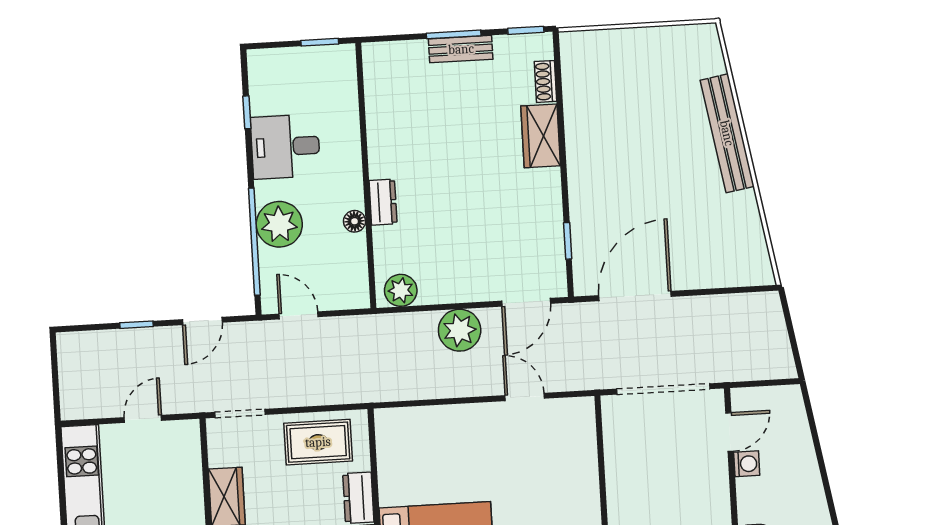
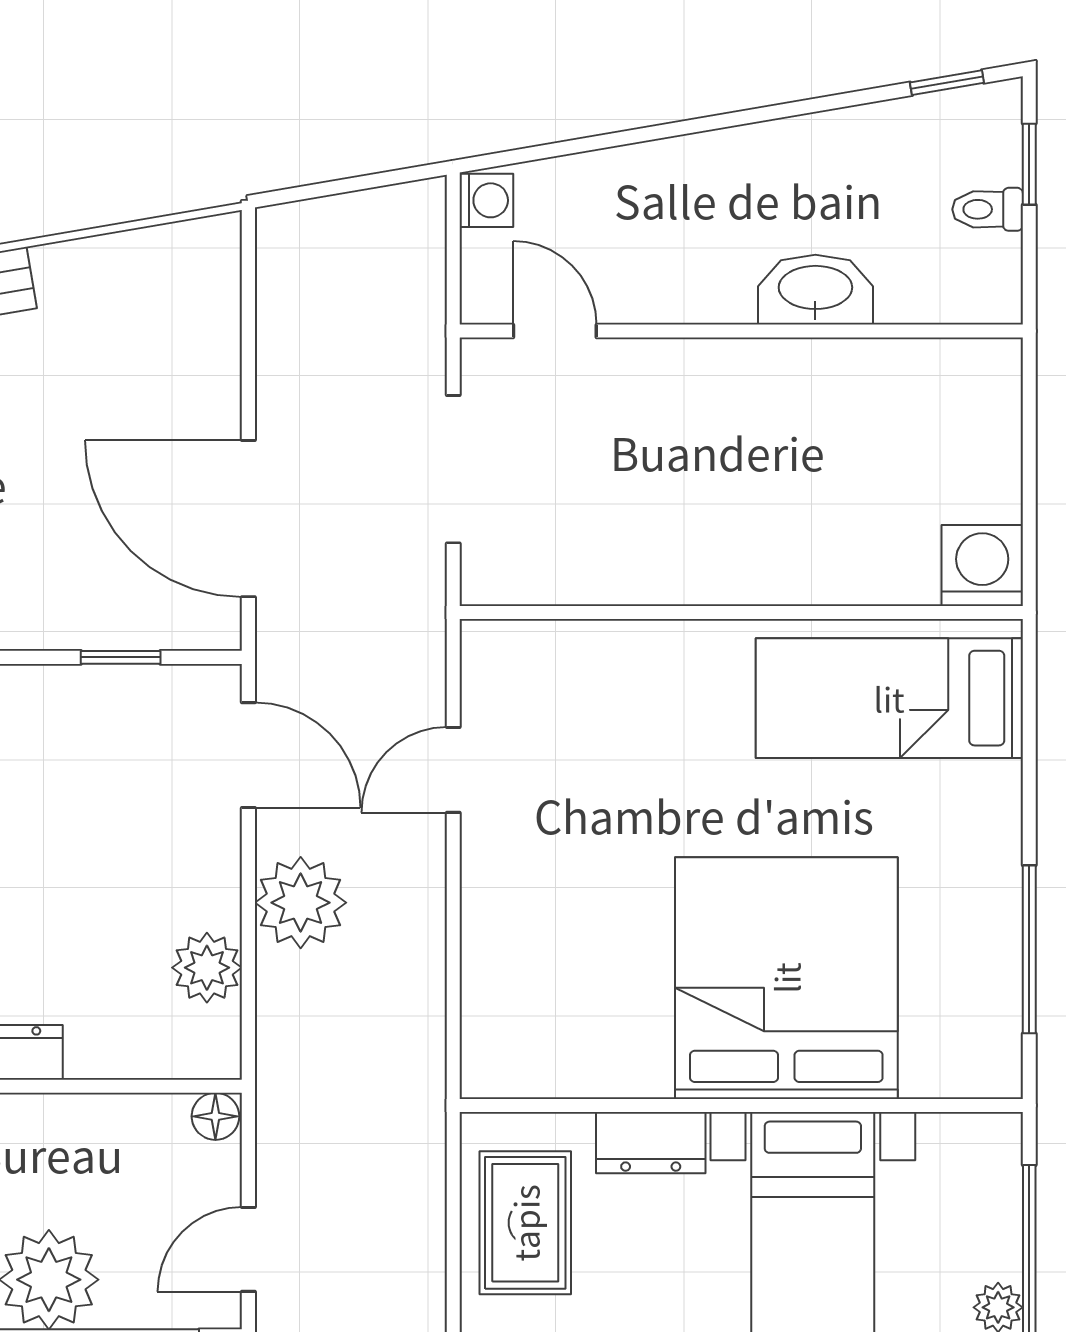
floor lamp: (355, 221) -> (215, 1116), moved
plant: (401, 290) -> (207, 968), moved
doorway: (663, 389) -> (453, 469), width x0.73
washing machine: (747, 464) -> (486, 200), moved, turned 90

